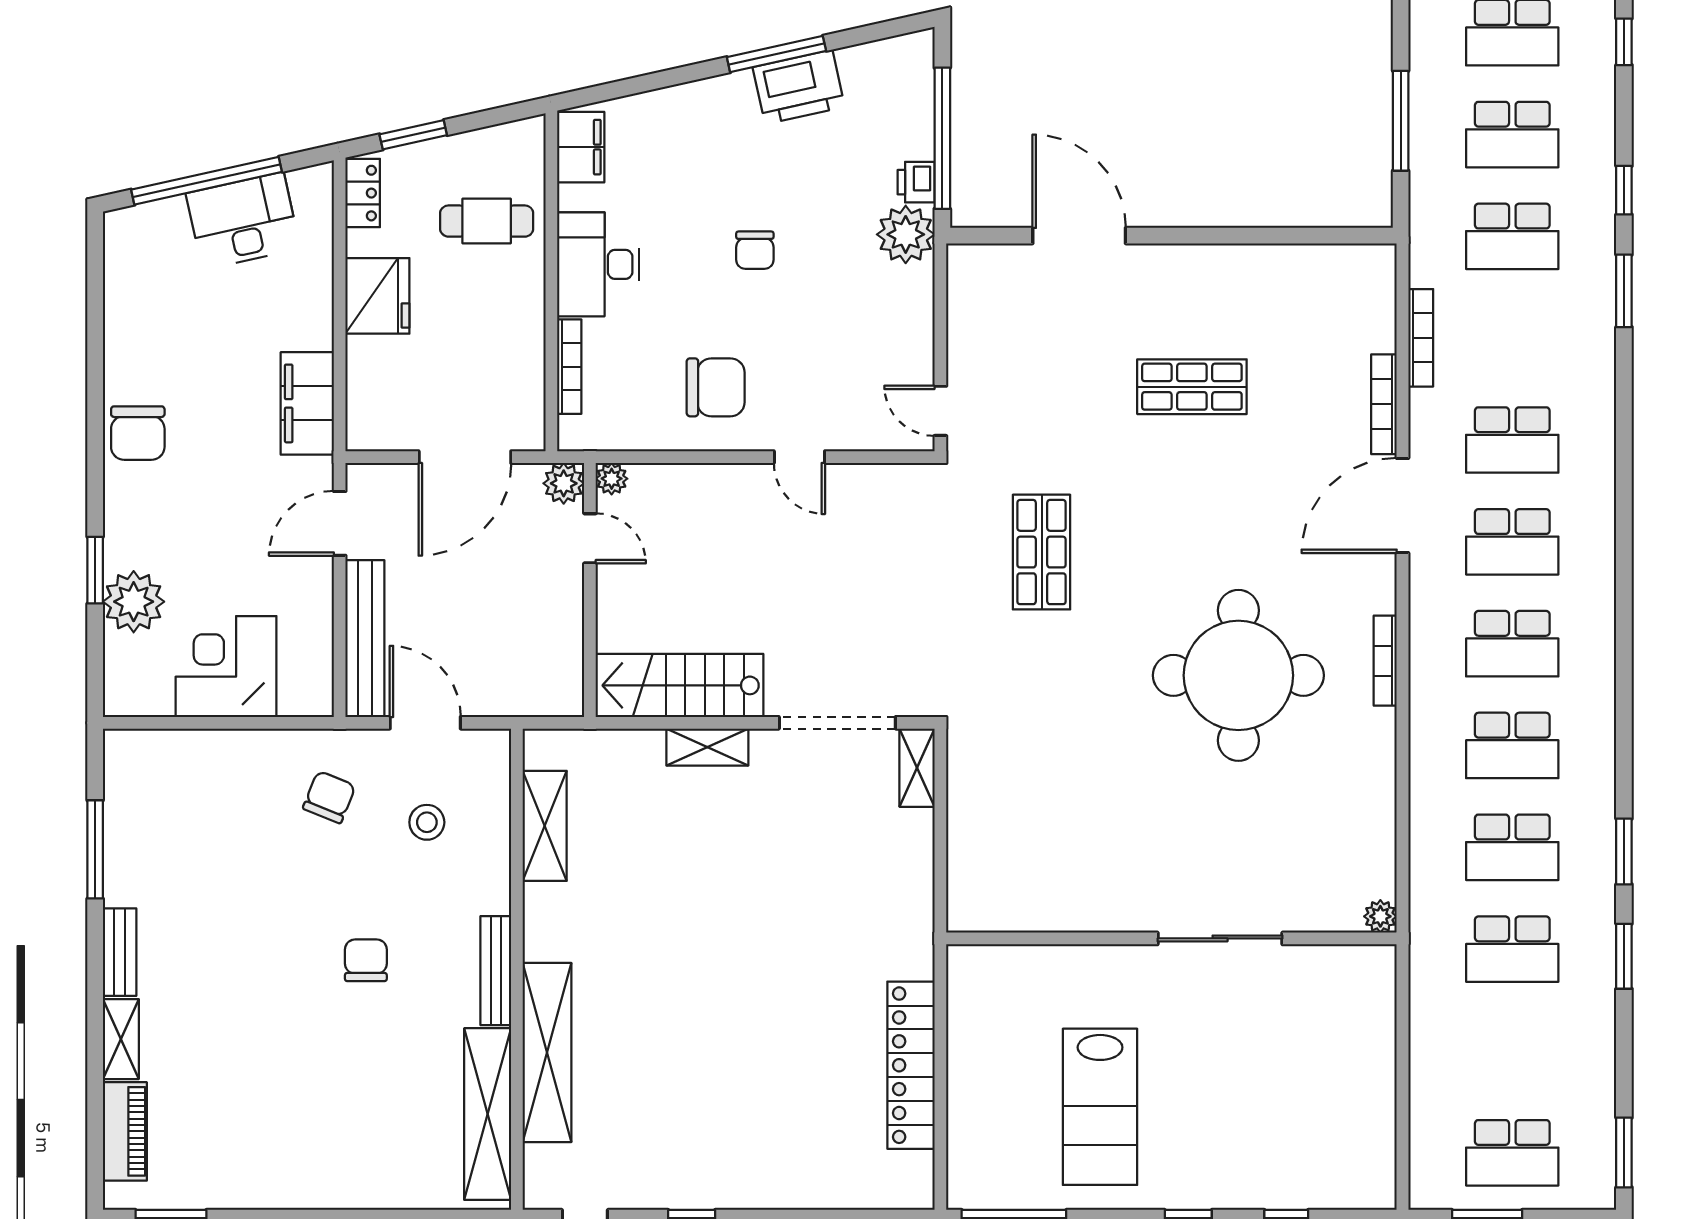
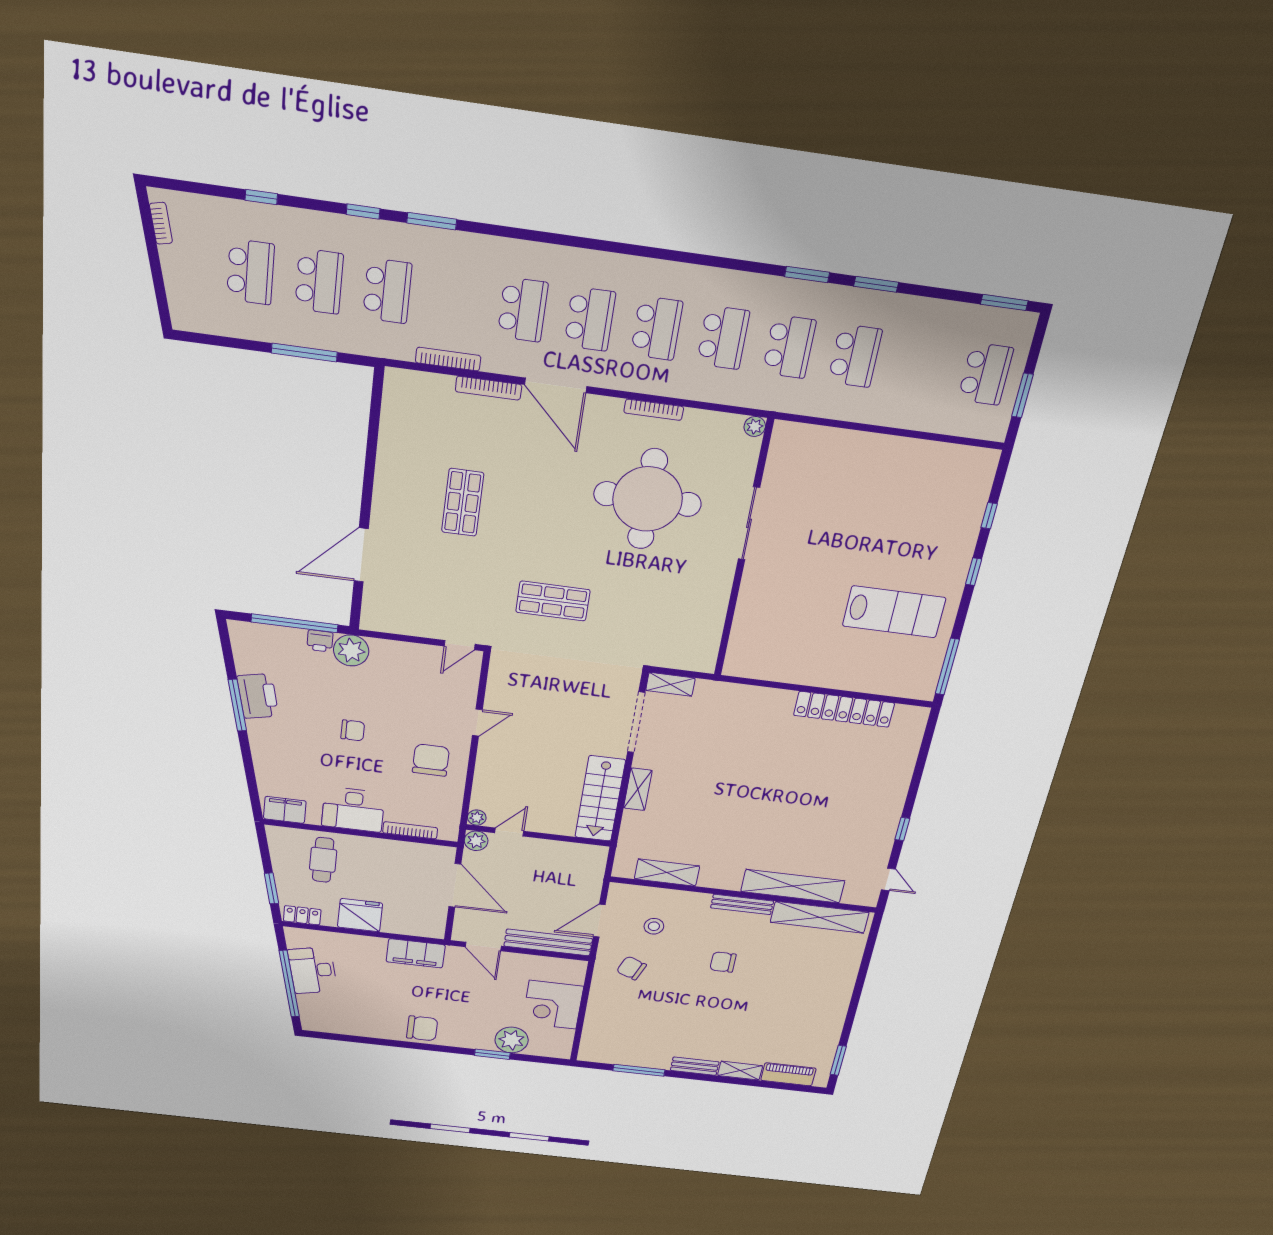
plant: (1380, 916) -> (755, 426), moved
wall: (1171, 938) -> (743, 551), moved
sliding door: (1220, 938) -> (749, 523), moved

